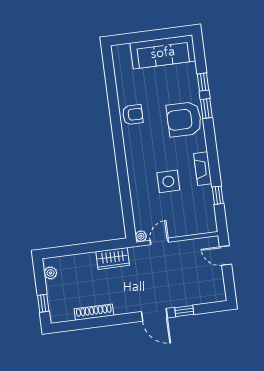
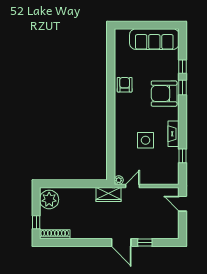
armchair: (133, 115) -> (125, 85), turned -90
wardrobe: (113, 258) -> (109, 195), moved
plant: (50, 273) -> (49, 199), width x1.87, depth x1.87
shoe rack: (94, 312) -> (55, 234), moved

